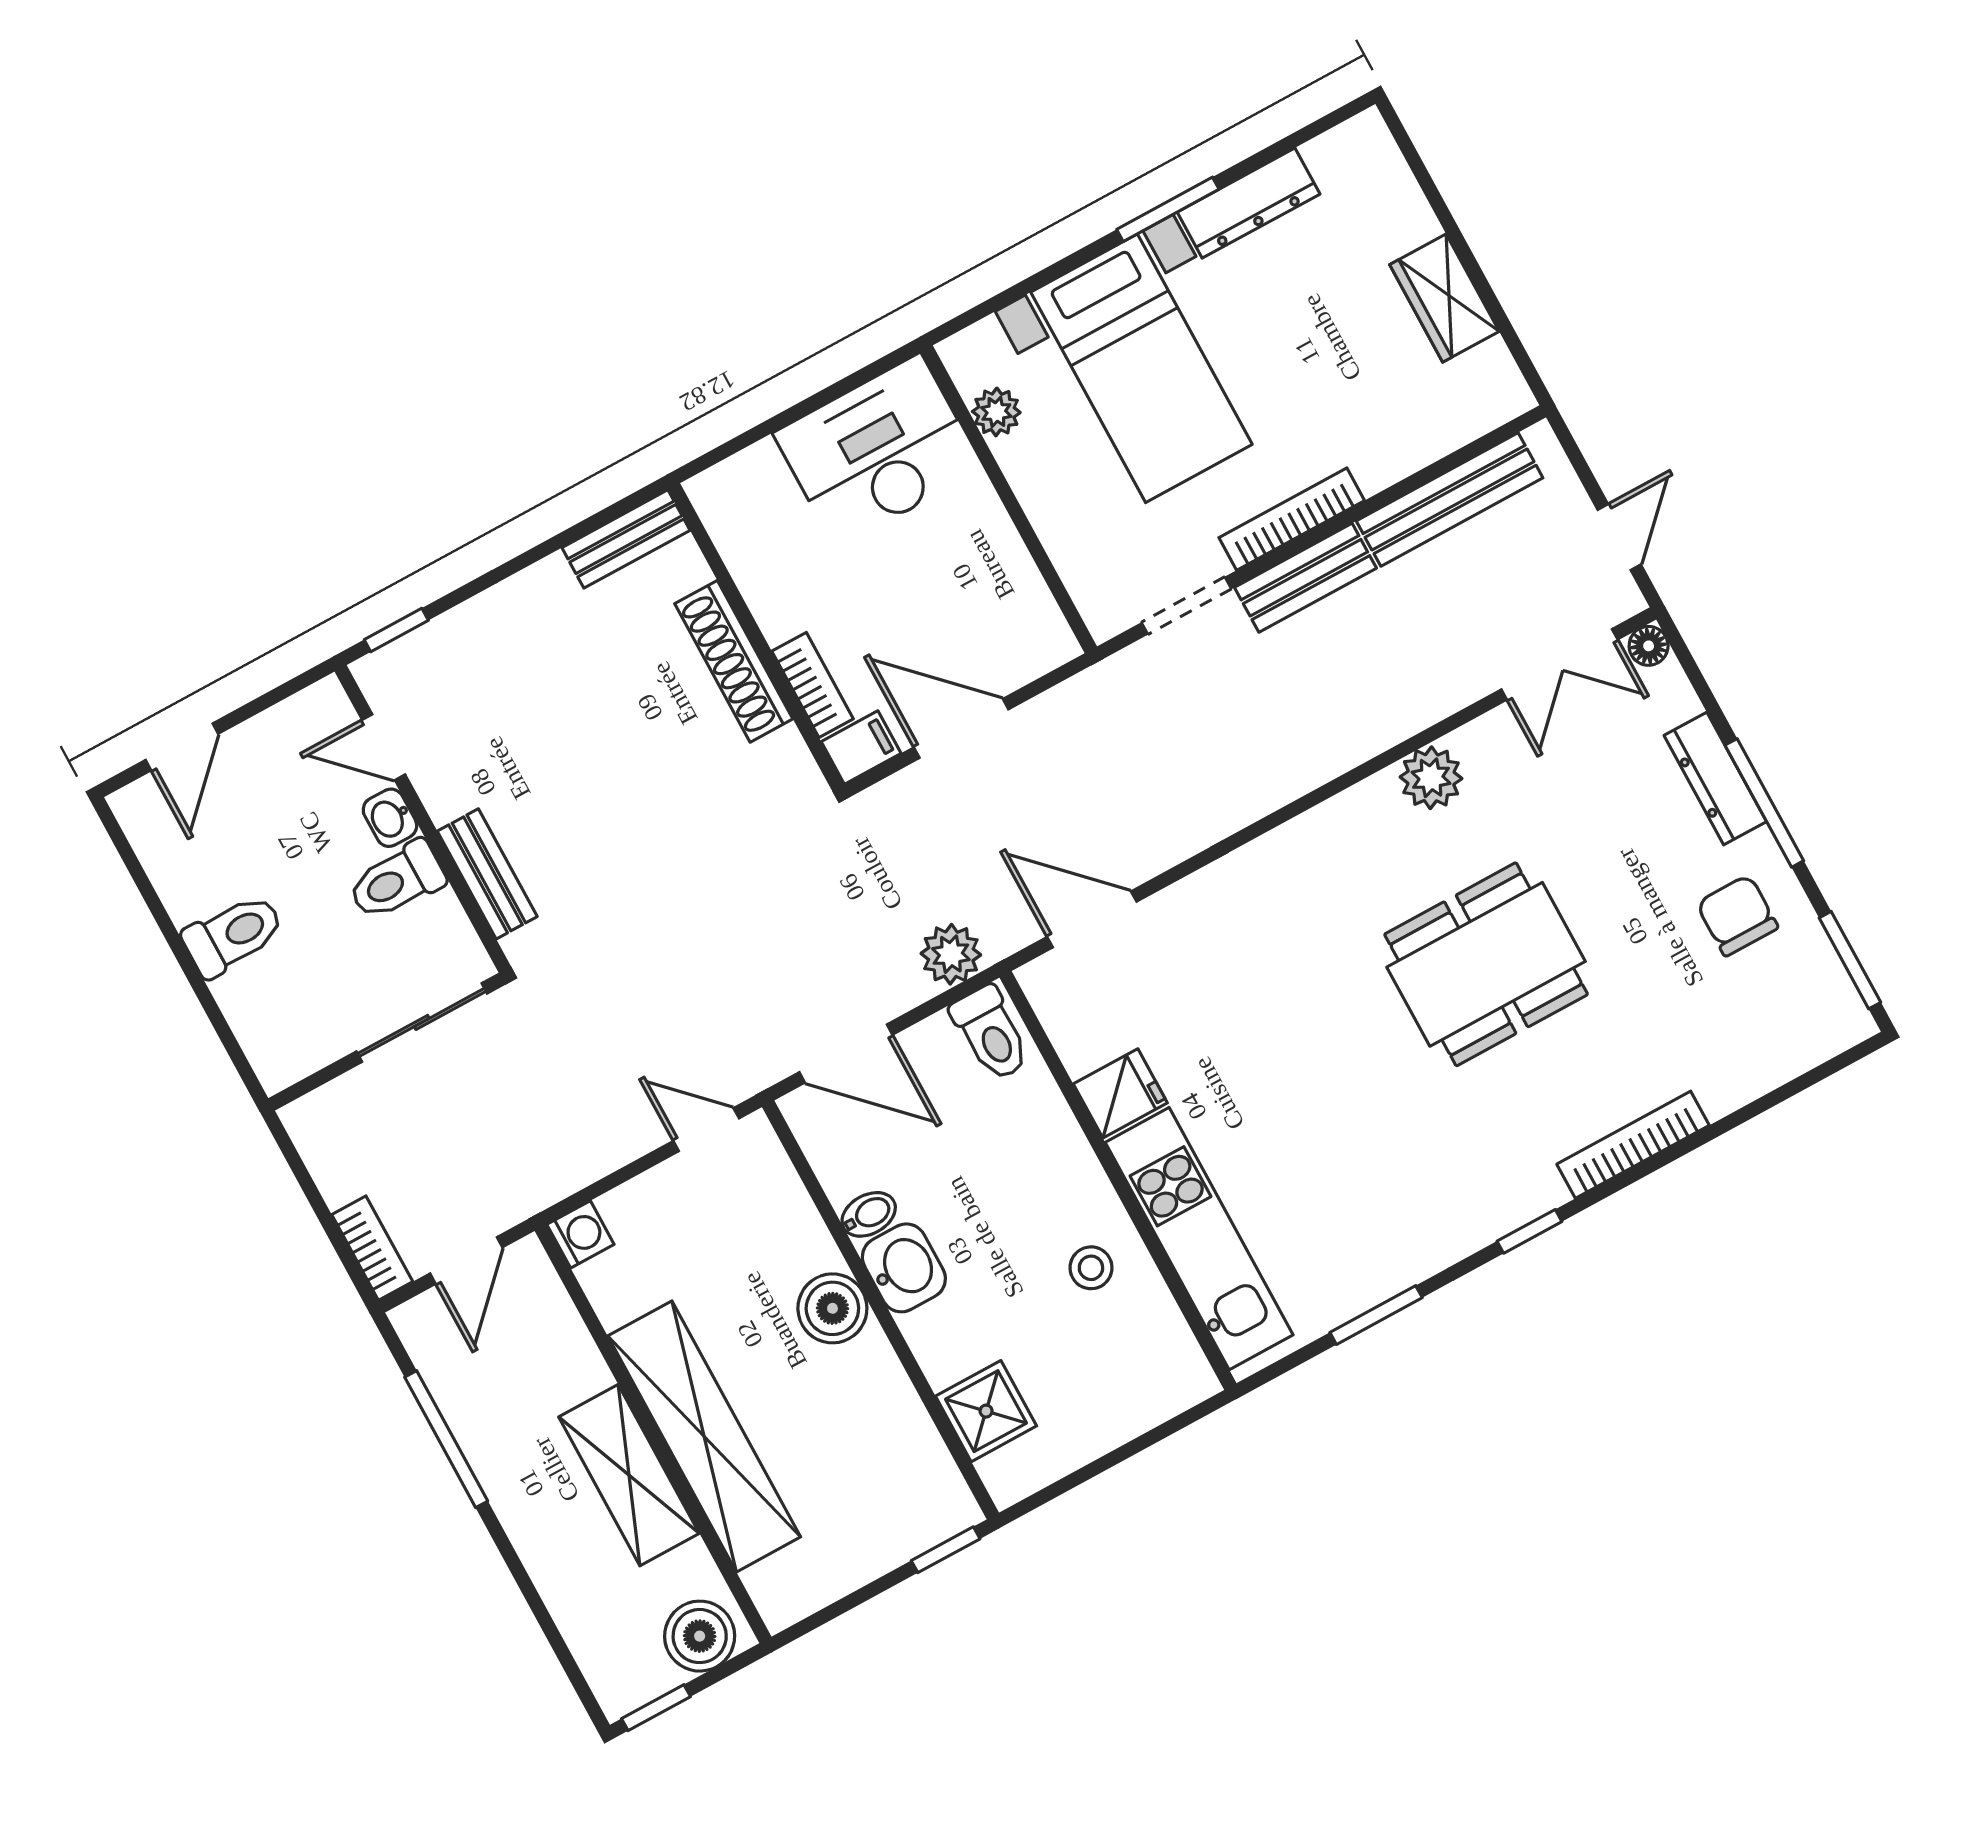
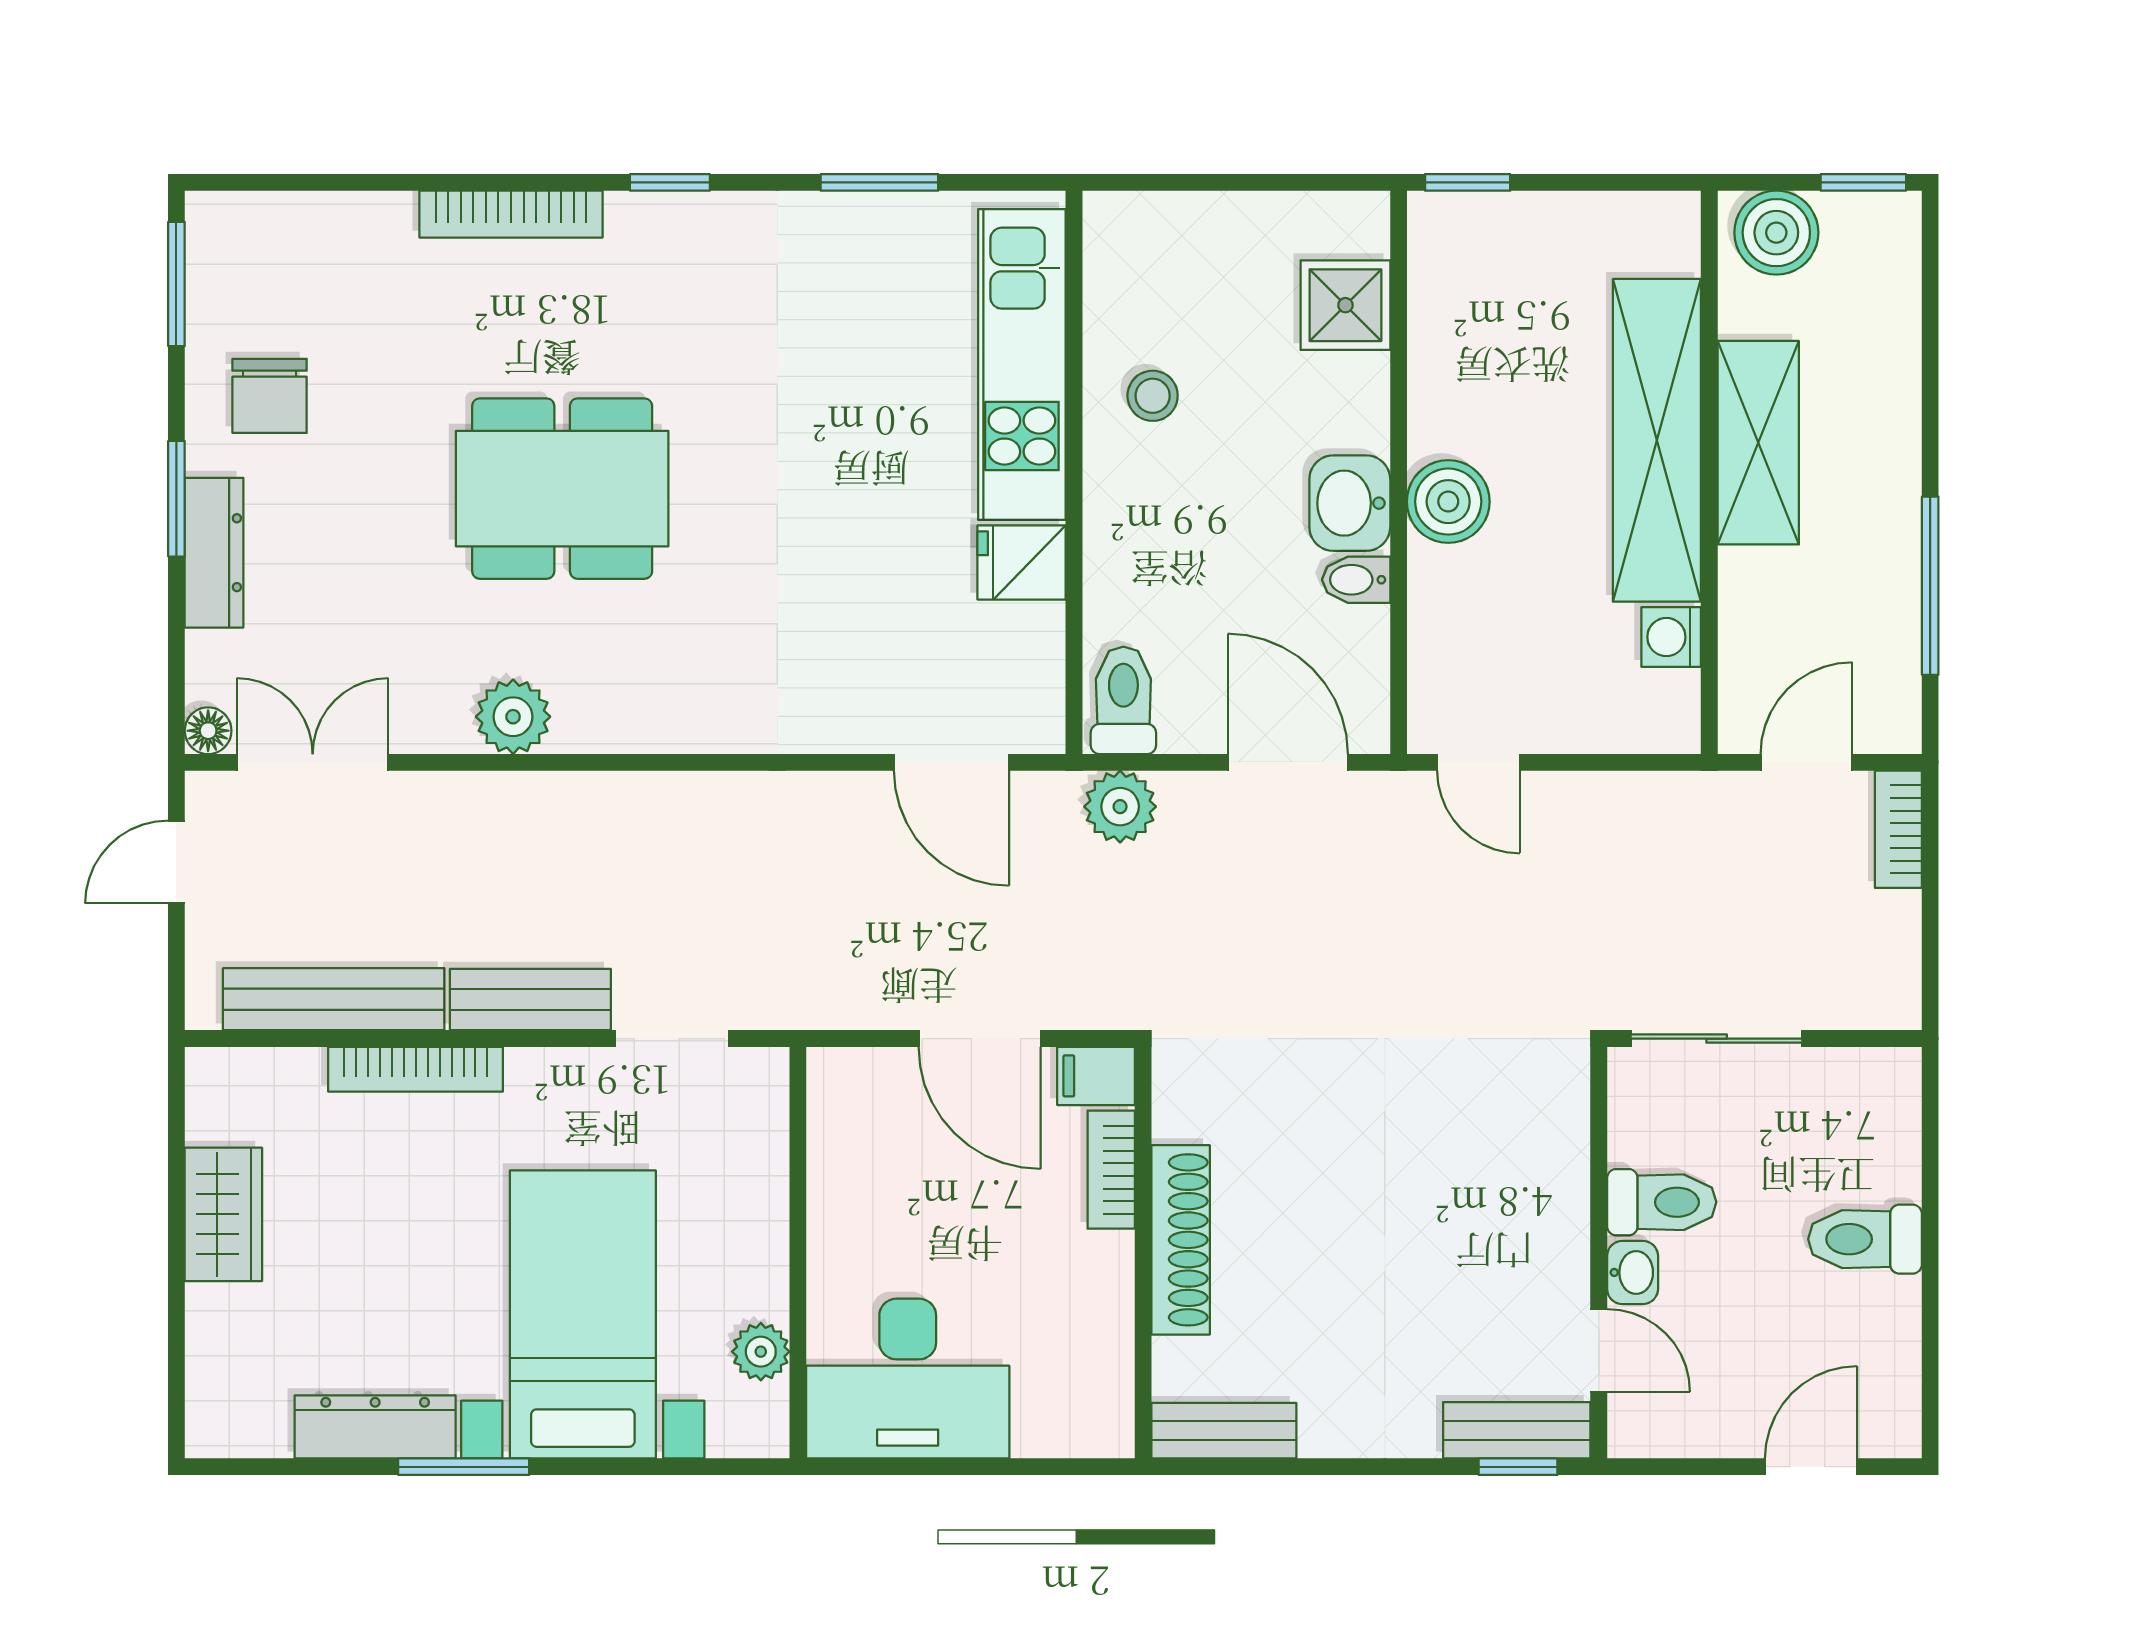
bookcase: (1292, 519) -> (416, 1069), moved
window: (1764, 803) -> (176, 499), width x0.69
bench: (487, 874) -> (1517, 1430), moved, turned 90
washing machine: (580, 1234) -> (1671, 637), moved

